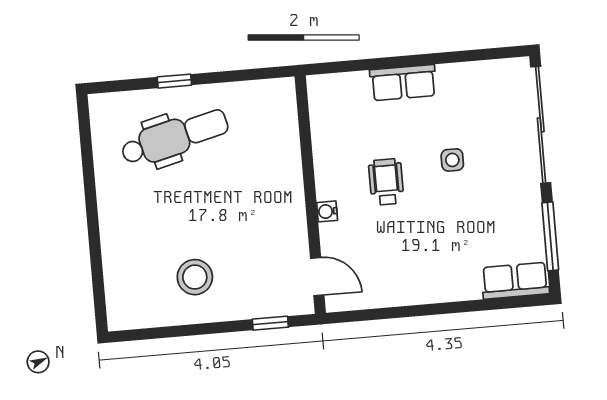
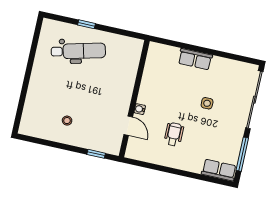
wheelchair: (386, 182) -> (174, 134), moved
stool: (195, 277) -> (67, 121), width x0.53, depth x0.53
door: (317, 277) -> (128, 126), moved

